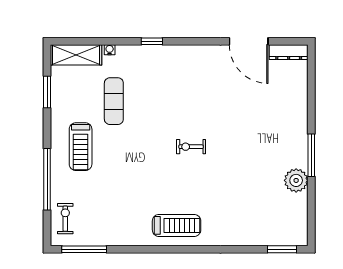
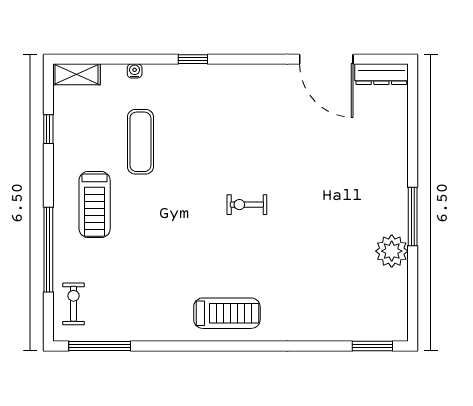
shelving: (76, 55) -> (76, 74), width x0.67, depth x0.75
window: (47, 92) -> (48, 129), width x0.67

